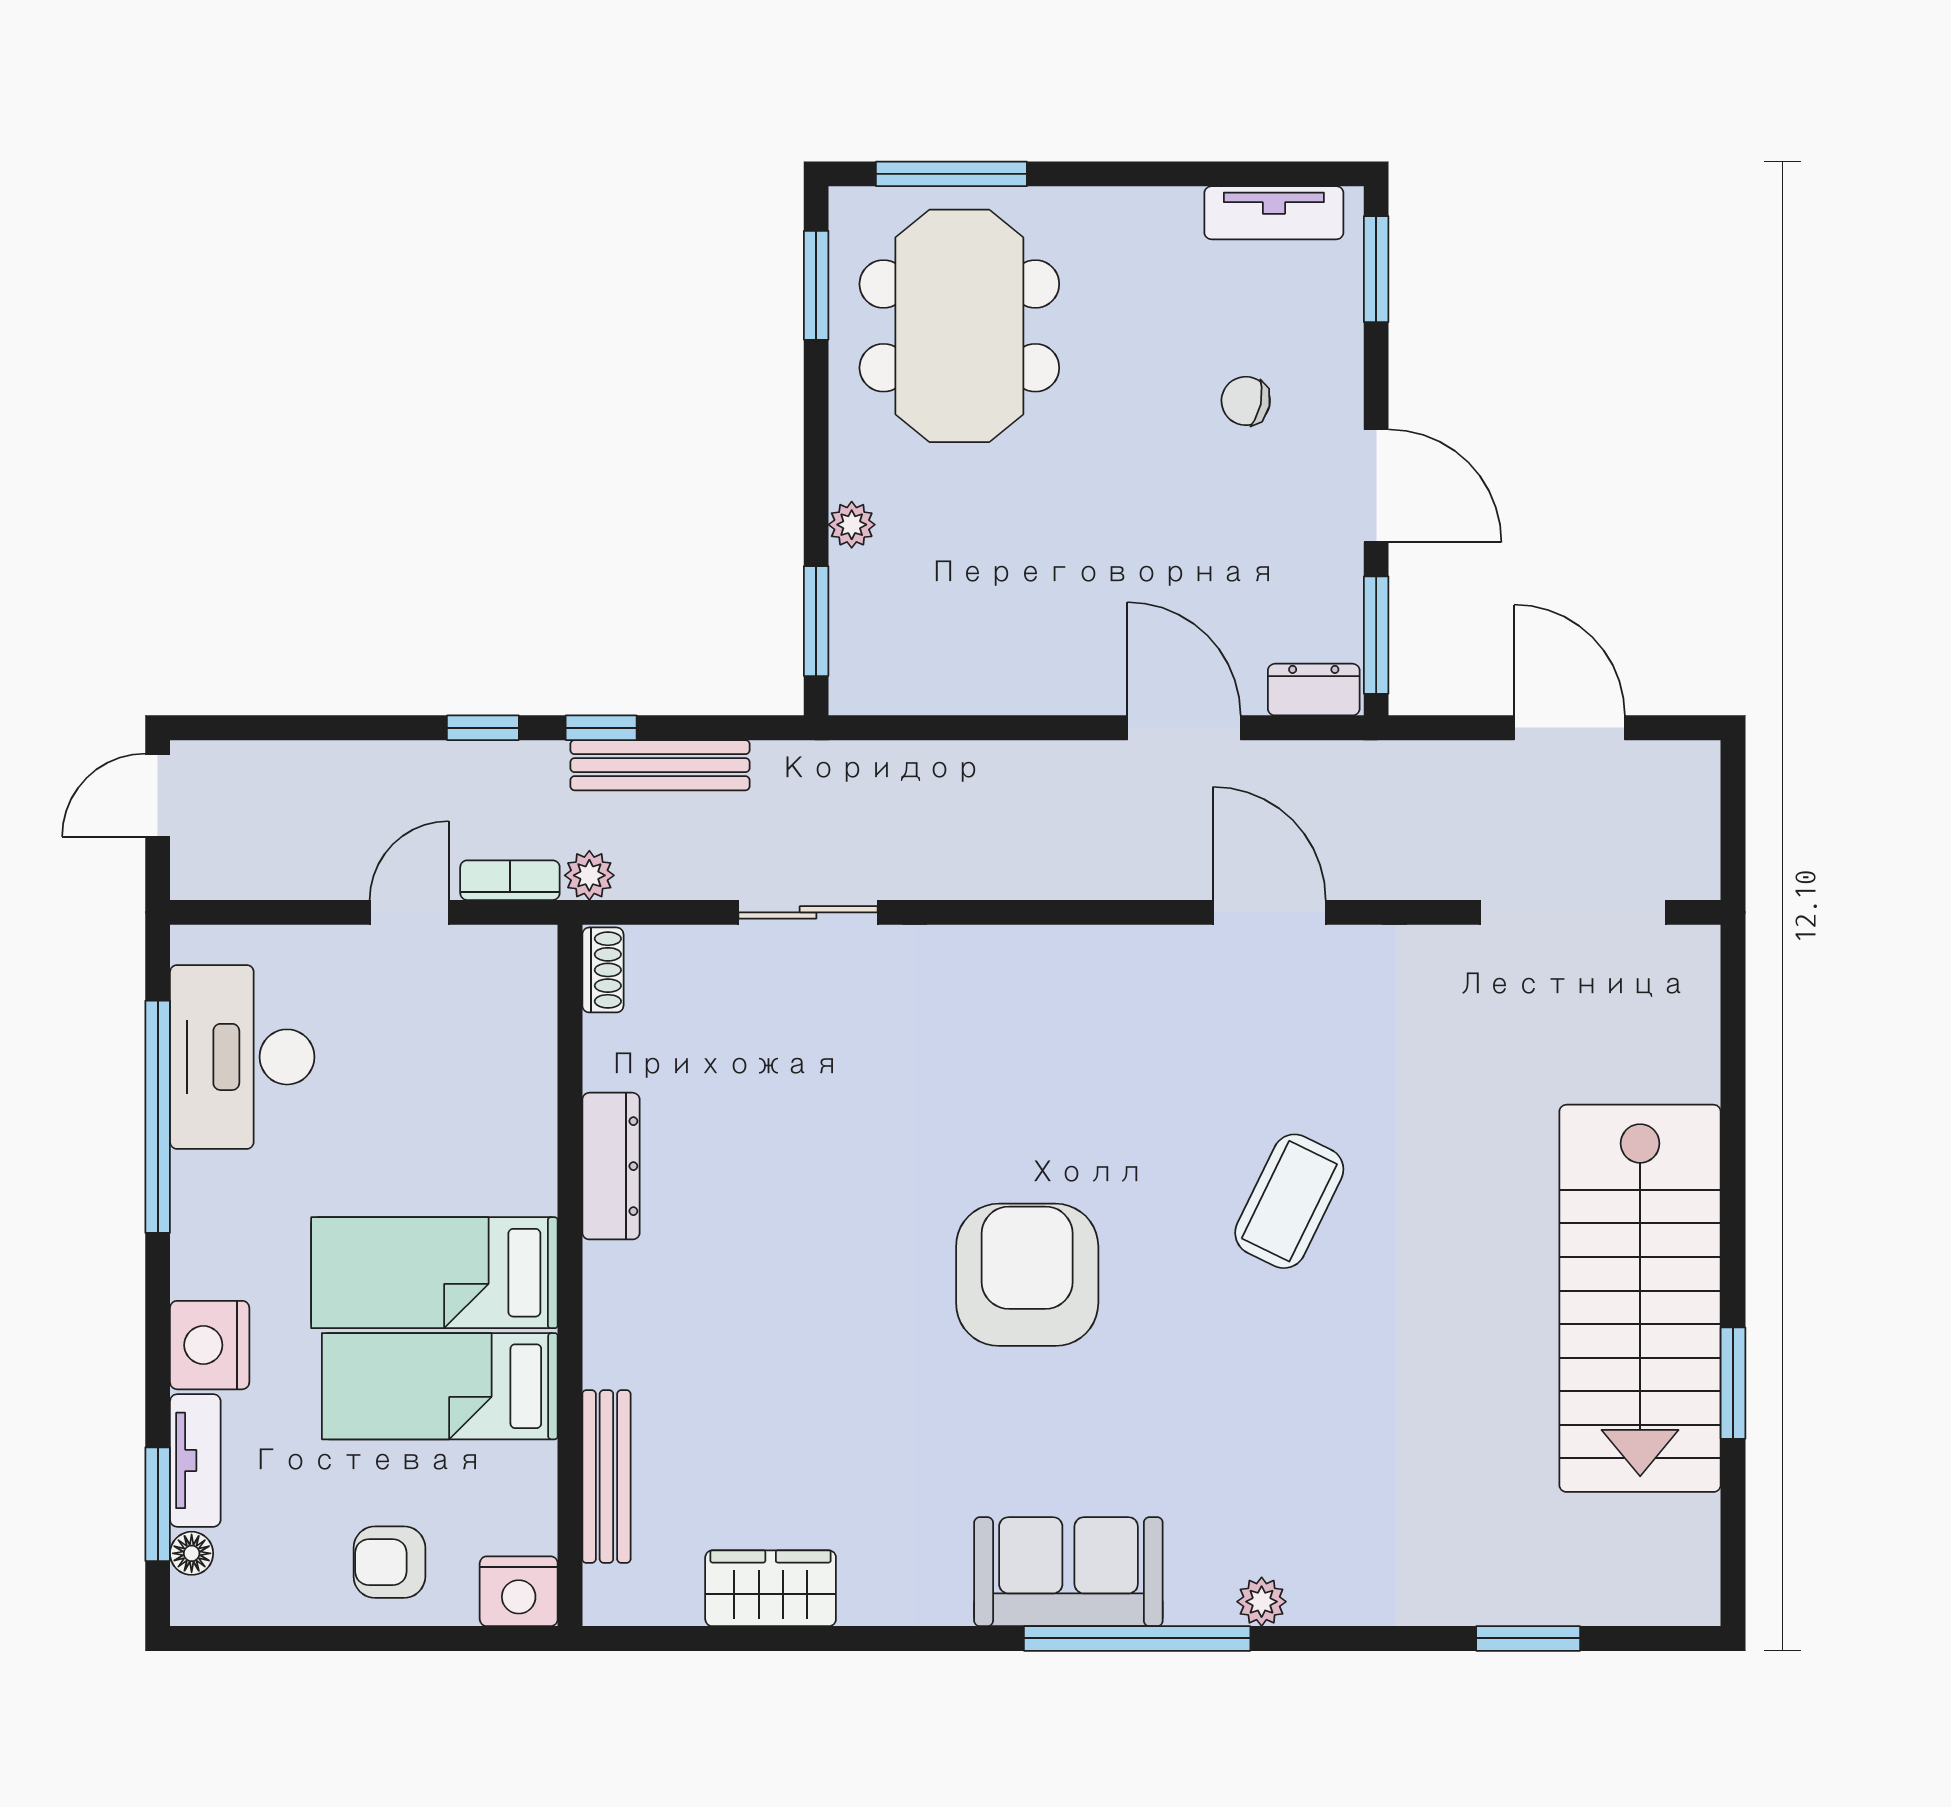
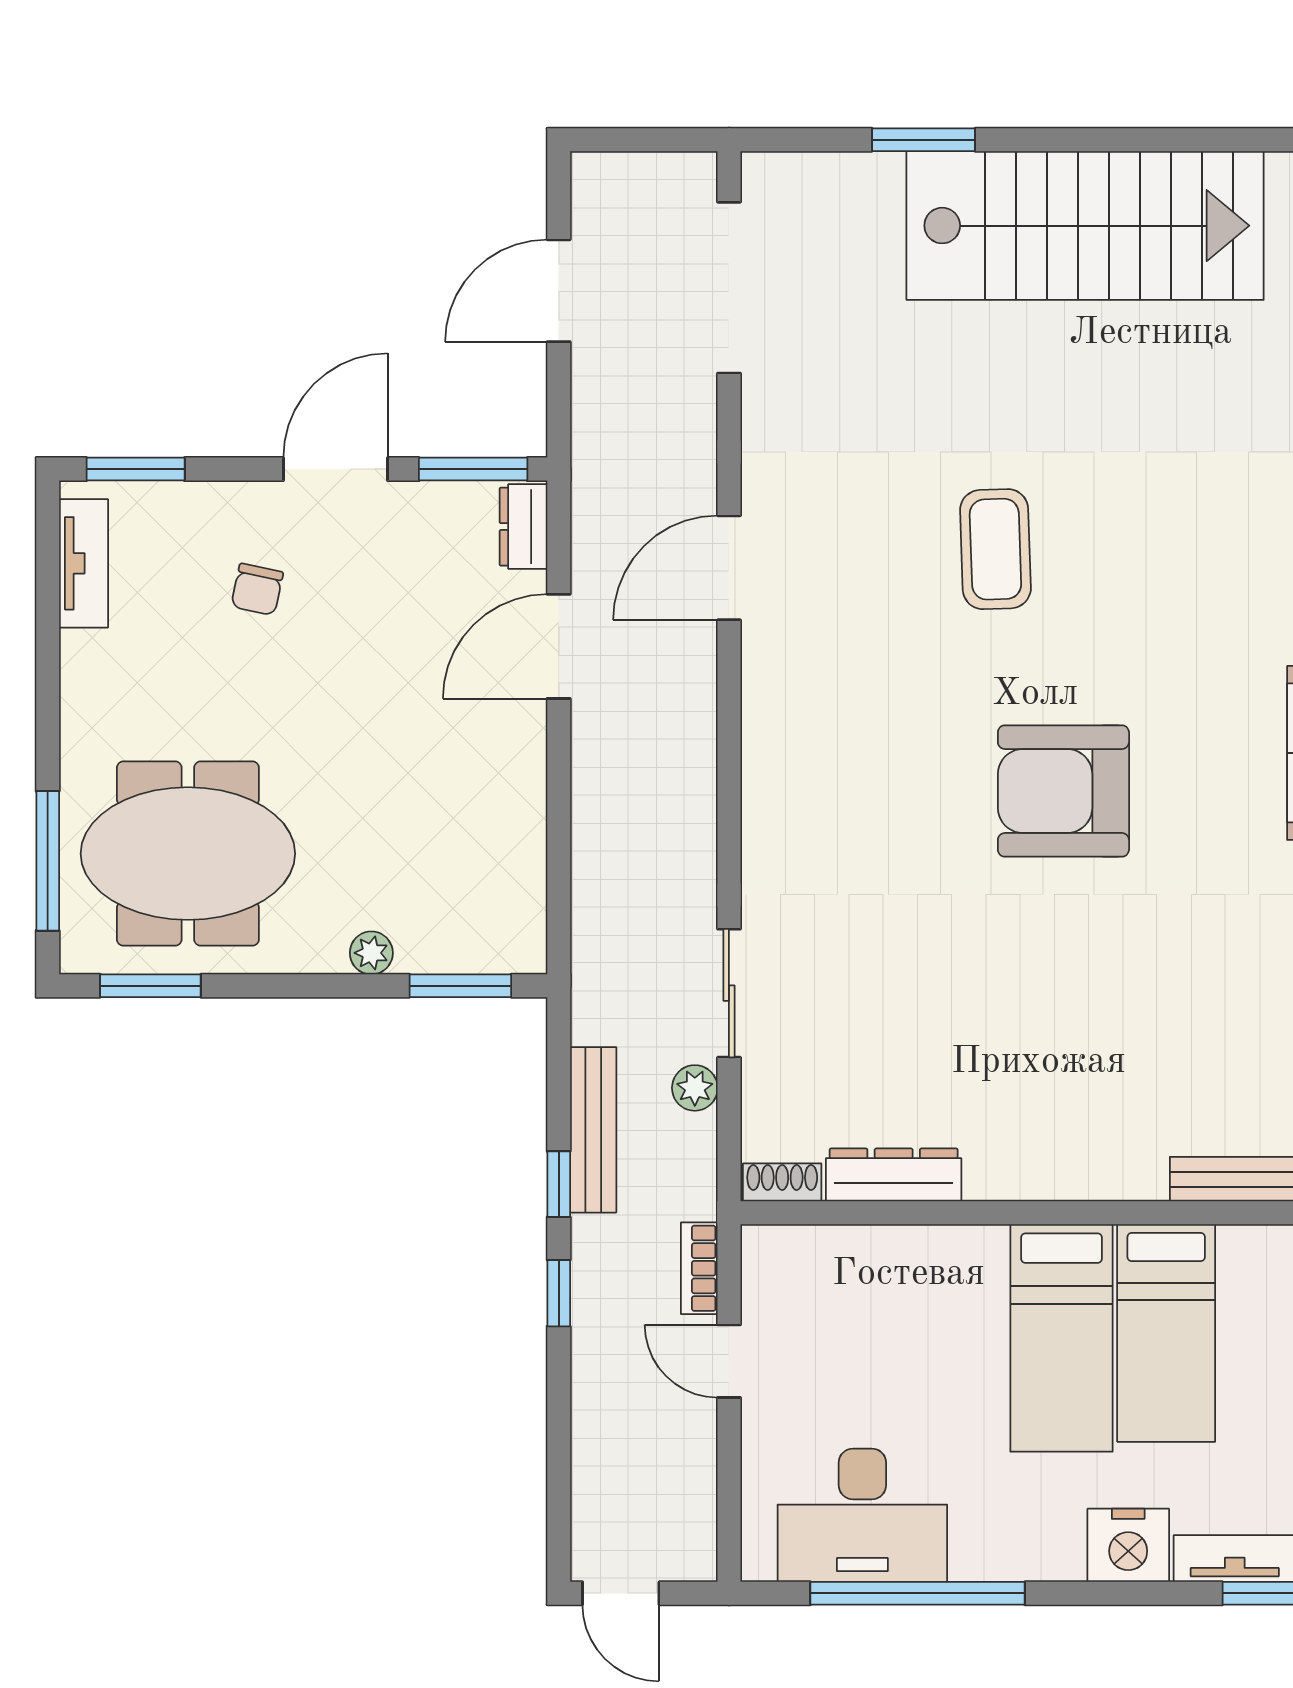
plant: (589, 875) -> (695, 1088), moved
dresser: (611, 1166) -> (894, 1175), moved
coffee table: (1289, 1201) -> (995, 549), turned 62
window: (1733, 1383) -> (923, 140), moved

